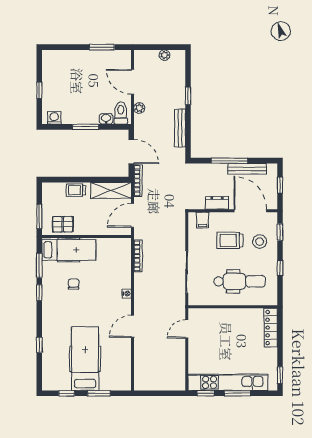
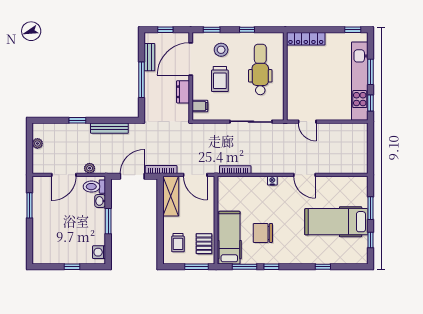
bench: (247, 169) -> (149, 57), width x0.73
trolley: (76, 190) -> (178, 243), moved
chair: (74, 284) -> (263, 233), width x1.87, depth x1.87

